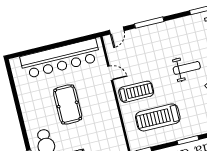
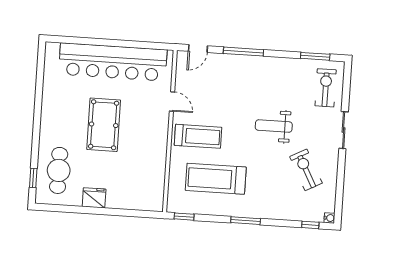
weight bench: (187, 68) -> (274, 126), turned 180

